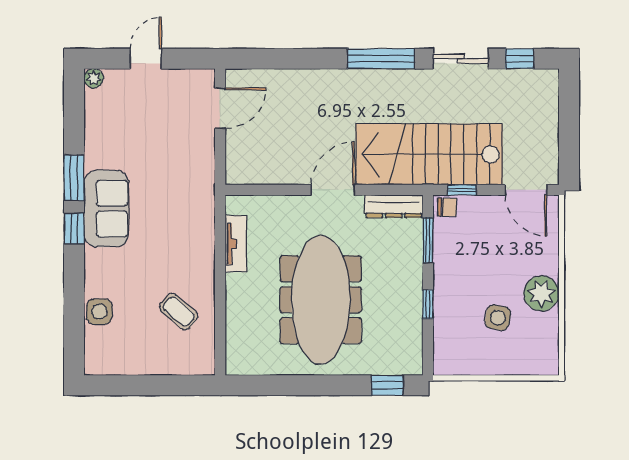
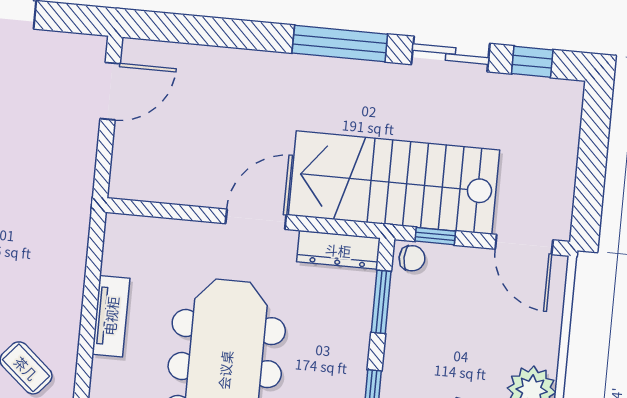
tv unit: (236, 244) -> (111, 316), moved

